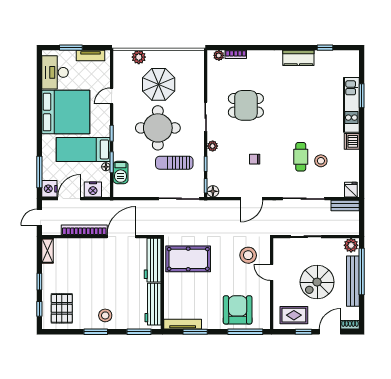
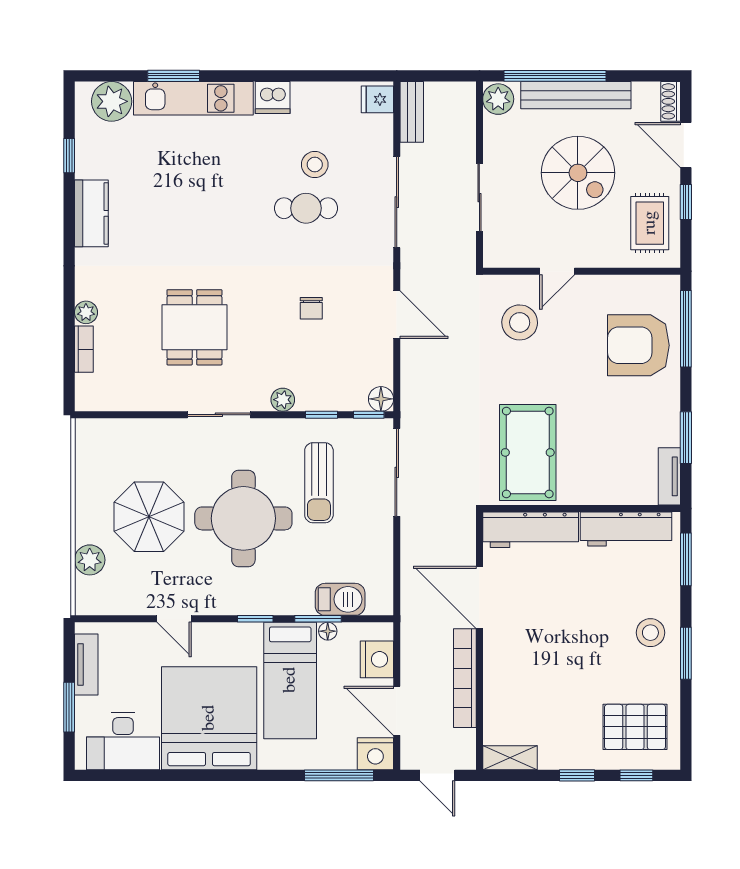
plant: (219, 55) -> (86, 312), moved
plant: (350, 67) -> (112, 101), added
tv unit: (183, 324) -> (669, 476), width x0.71

